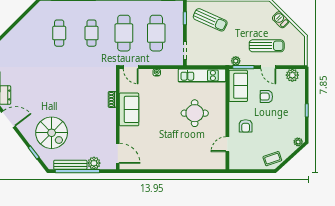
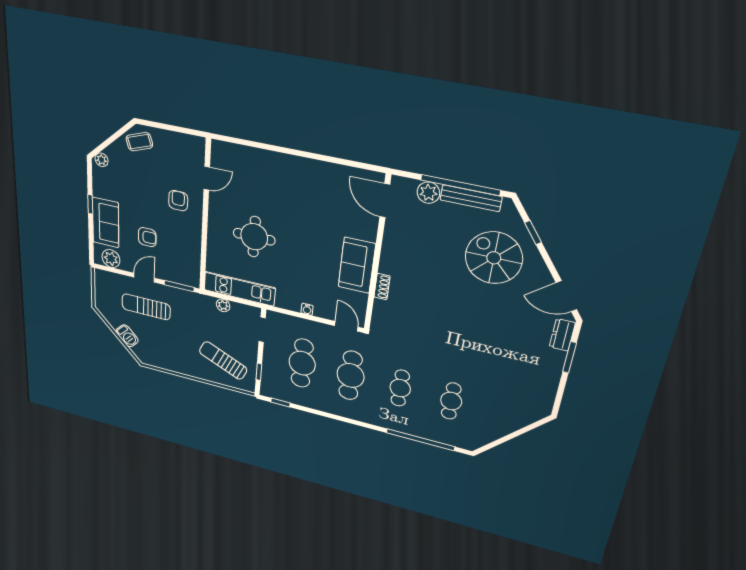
plant: (236, 61) -> (223, 305), moved
door: (268, 67) -> (144, 278), hinge flipped
sofa: (238, 86) -> (106, 223), moved, turned 180

